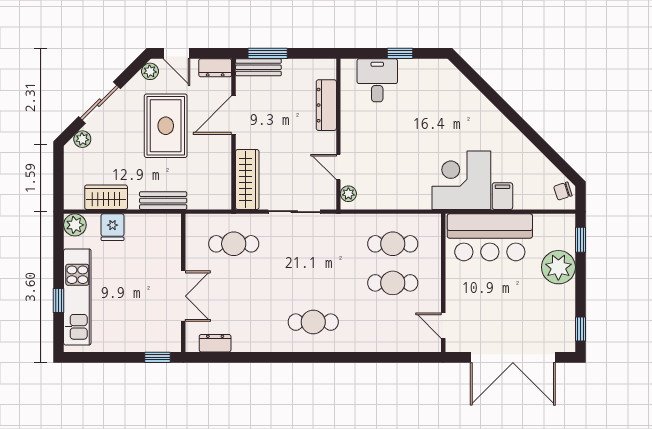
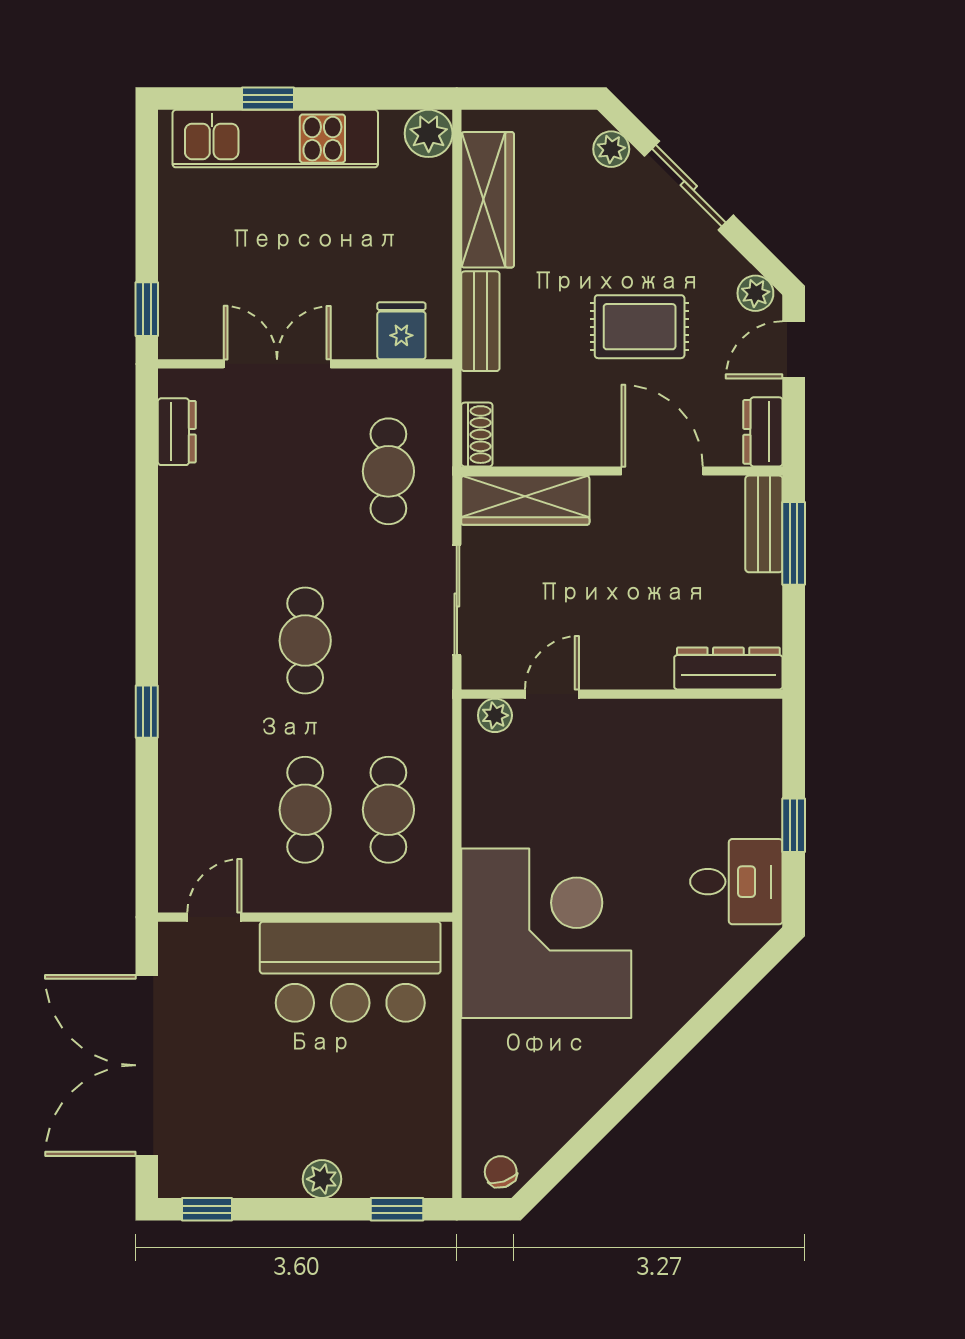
desk: (377, 80) -> (736, 882), moved
dresser: (326, 105) -> (728, 668), moved
rug: (166, 126) -> (640, 327), width x0.73, depth x0.70
corner desk: (461, 180) -> (546, 933), width x1.36, depth x1.36
filing cabinet: (502, 196) -> (490, 1043), removed
wardrobe: (106, 197) -> (488, 200), width x1.50
shoe rack: (216, 202) -> (477, 435), added
fridge: (113, 227) -> (401, 331), moved, turned 90
bar counter: (490, 237) -> (350, 972), moved, turned -90
plant: (558, 267) -> (322, 1179), width x0.53, depth x0.53
double door: (183, 296) -> (277, 364), swing flipped
cafe table: (313, 322) -> (305, 641), moved
window: (347, 357) -> (147, 712), added

